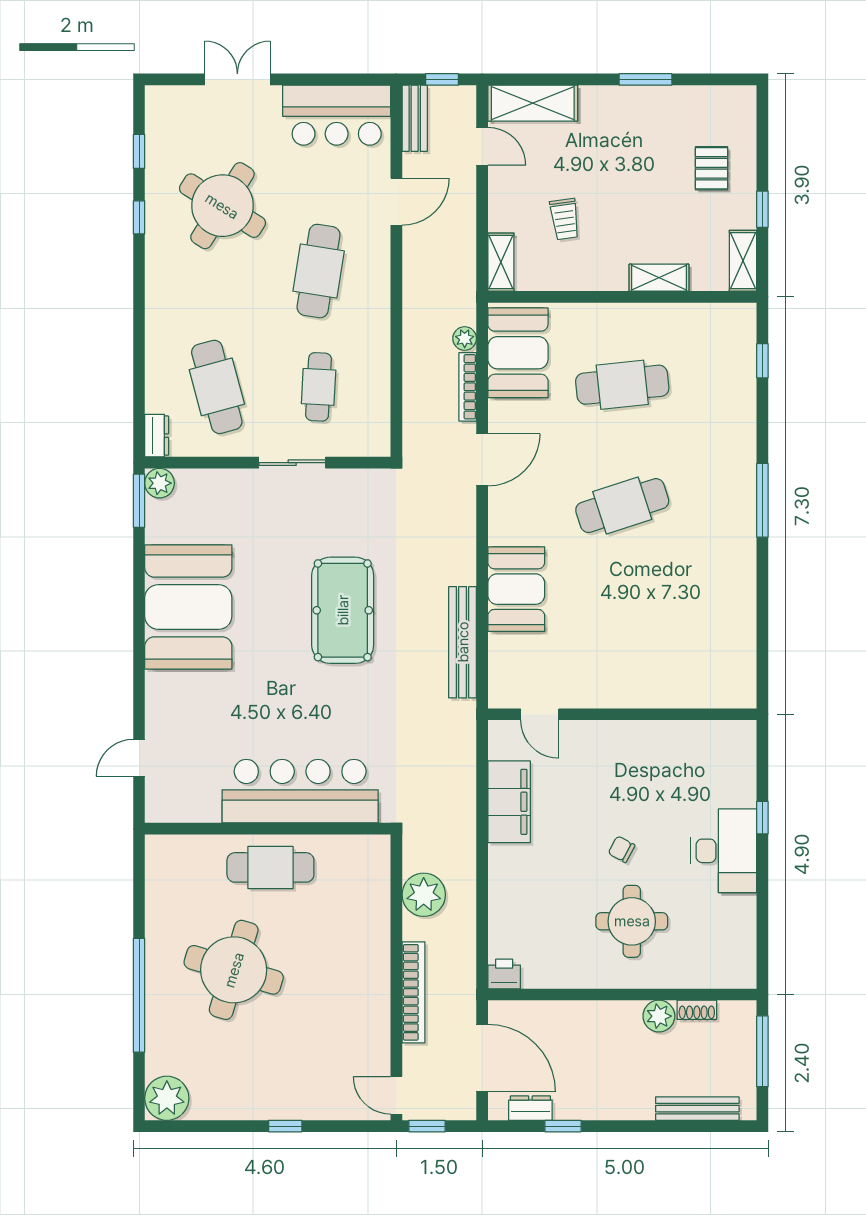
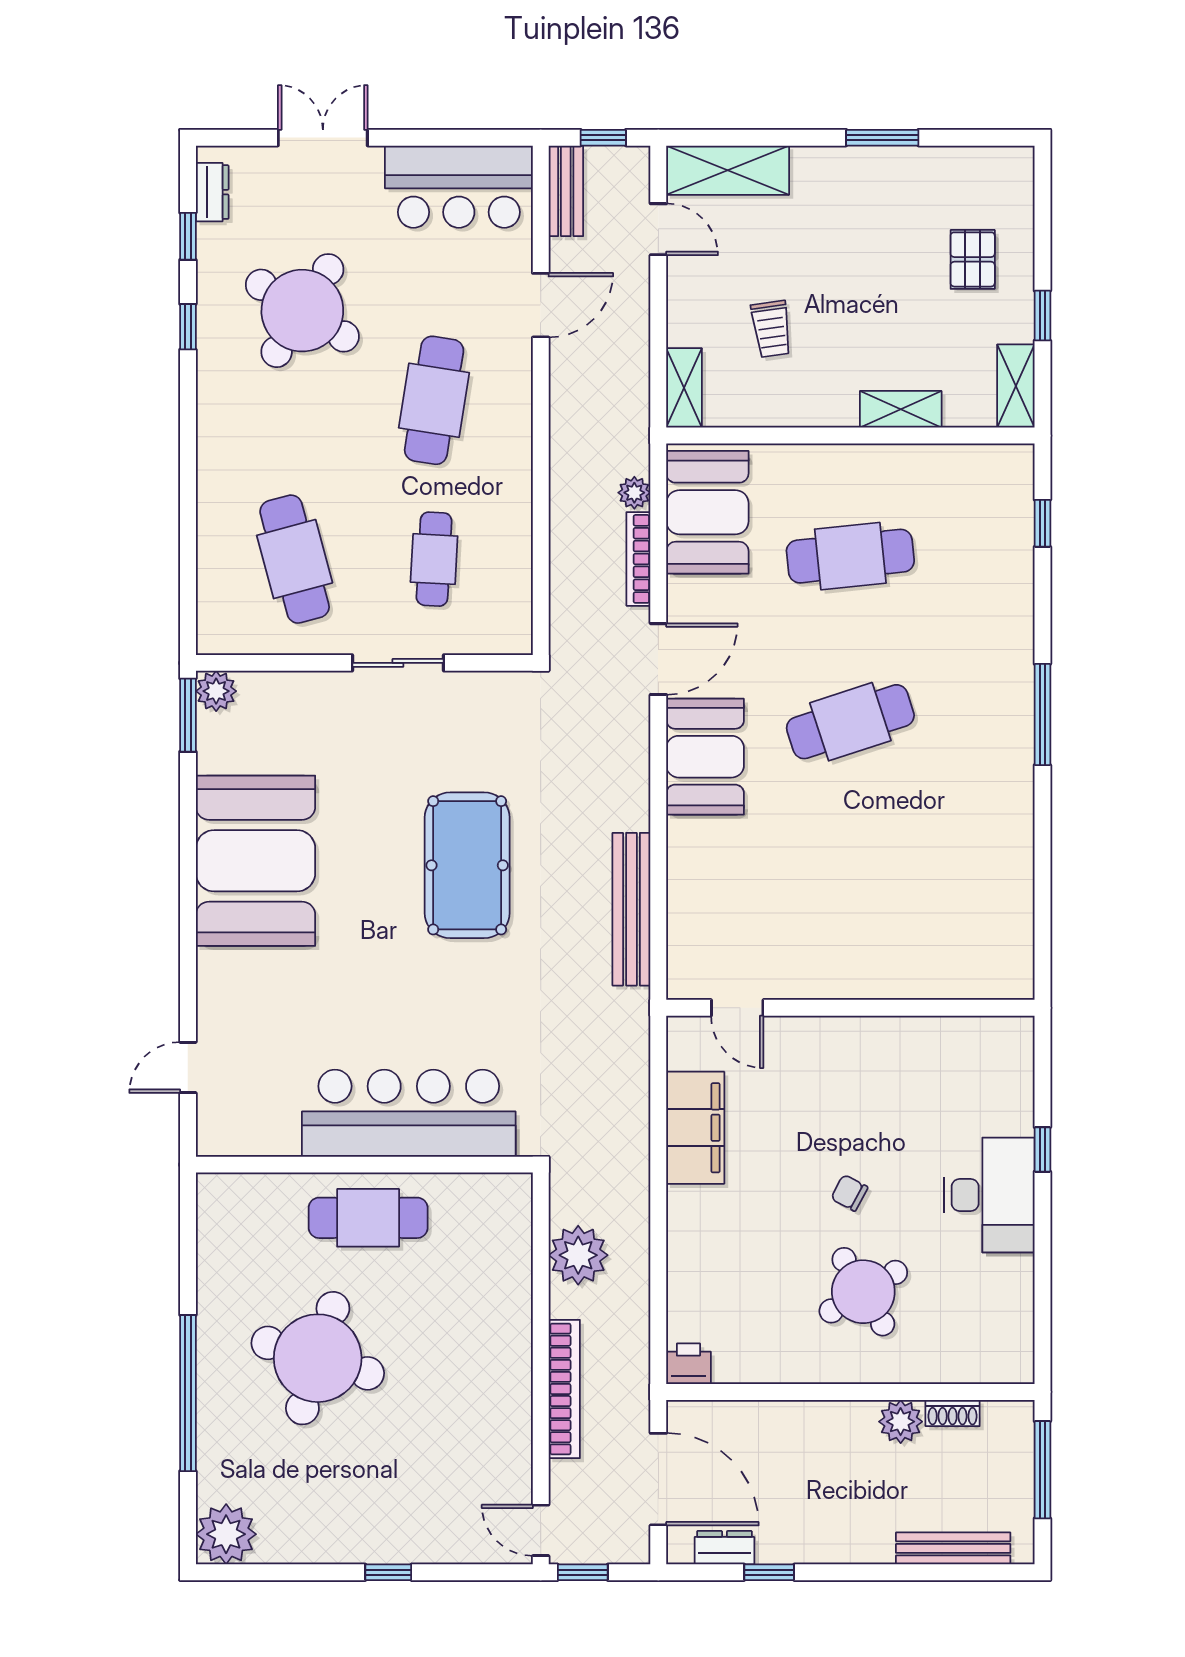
dresser: (157, 436) -> (212, 192), moved
booth: (516, 589) -> (705, 757), moved
round table: (632, 921) -> (863, 1292), turned -31

